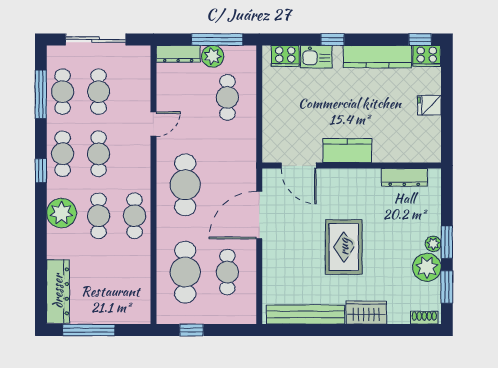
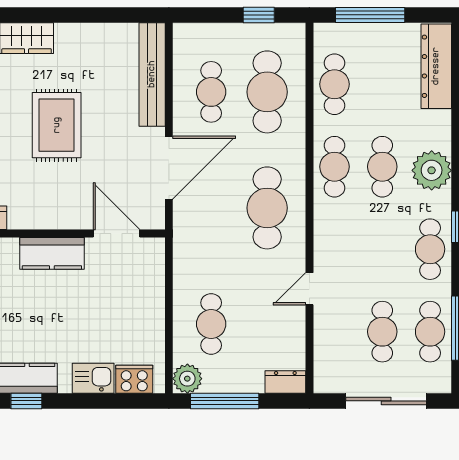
window: (332, 39) -> (26, 401), moved
dresser: (178, 54) -> (285, 382), width x0.70
plant: (213, 56) -> (187, 379), moved
cafe table: (99, 154) -> (334, 84), moved
bench: (306, 315) -> (152, 74), moved, turned 90
window: (89, 330) -> (370, 15), moved

